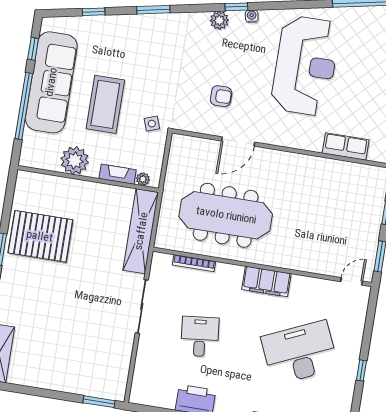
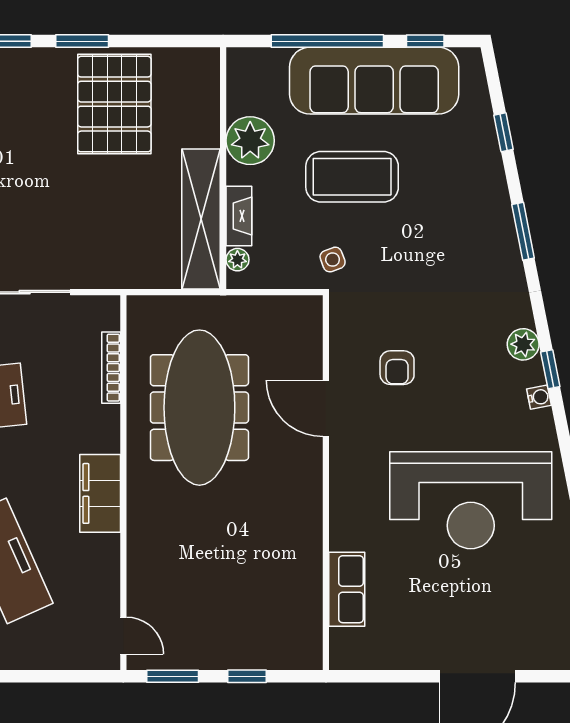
shelving: (141, 231) -> (201, 219), moved, turned 90

